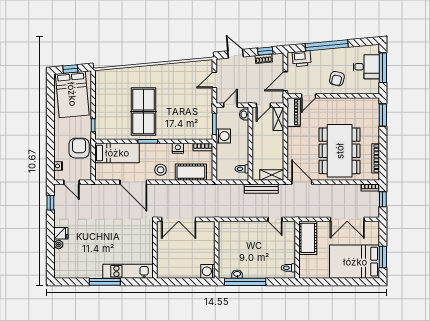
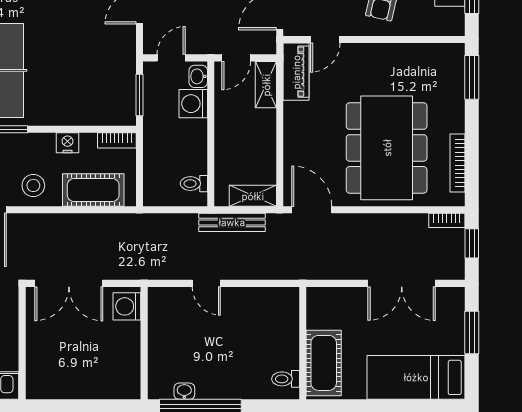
washing machine: (223, 136) -> (193, 104), moved, turned 180
door: (275, 219) -> (206, 283), moved
cot: (308, 238) -> (324, 363), moved
window: (383, 257) -> (472, 332), moved
bed: (355, 262) -> (416, 377), width x0.67
washing machine: (208, 271) -> (127, 306), moved

